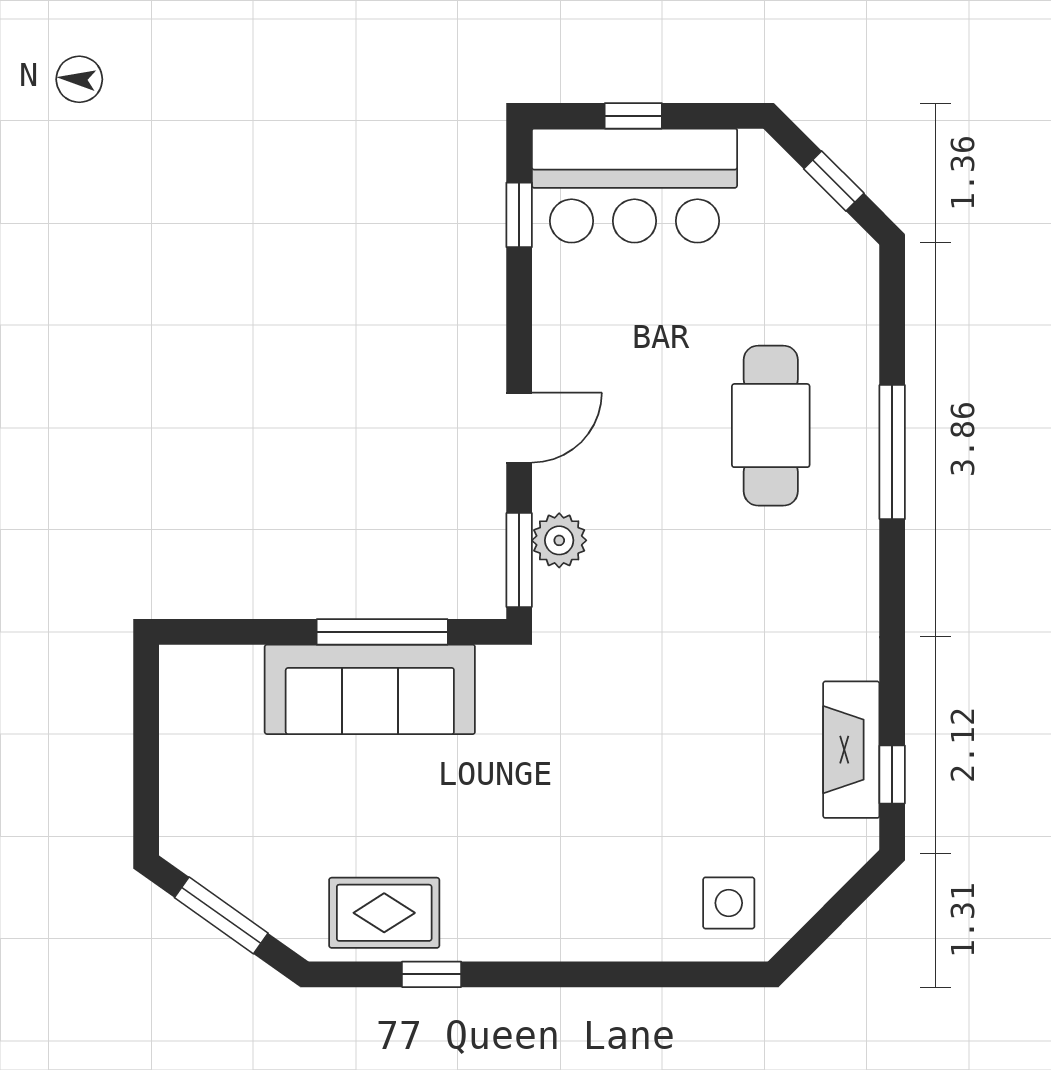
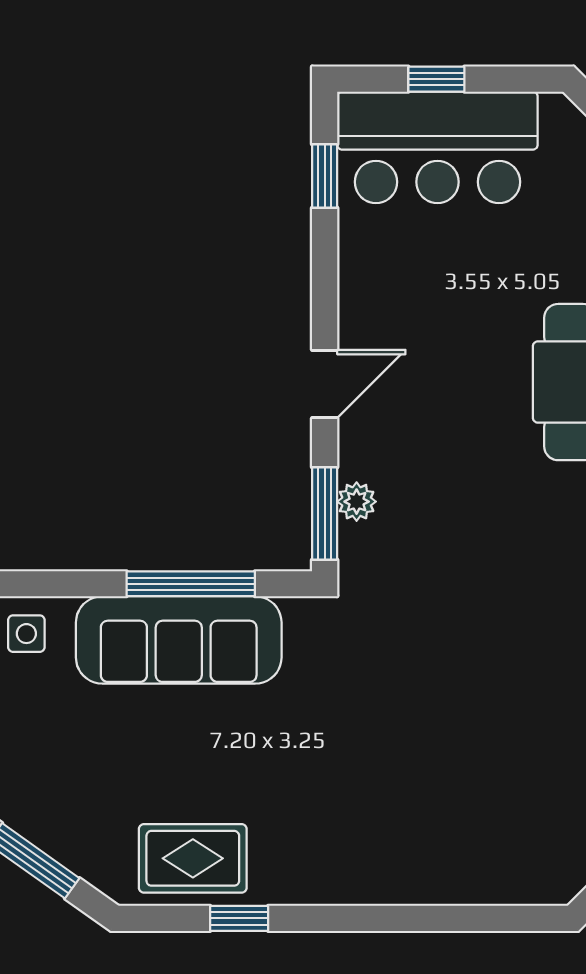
plant: (559, 540) -> (357, 502), width x0.73, depth x0.73
side table: (729, 903) -> (26, 634), moved, width x0.73, depth x0.73

